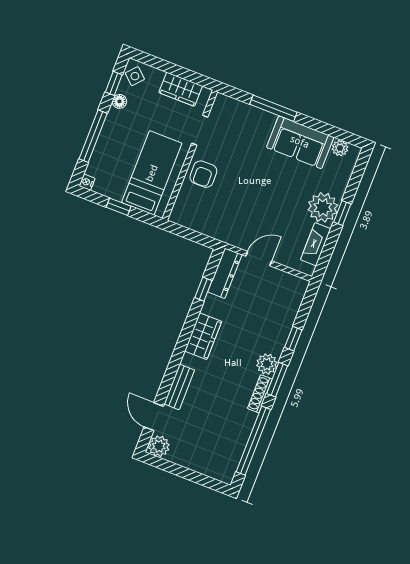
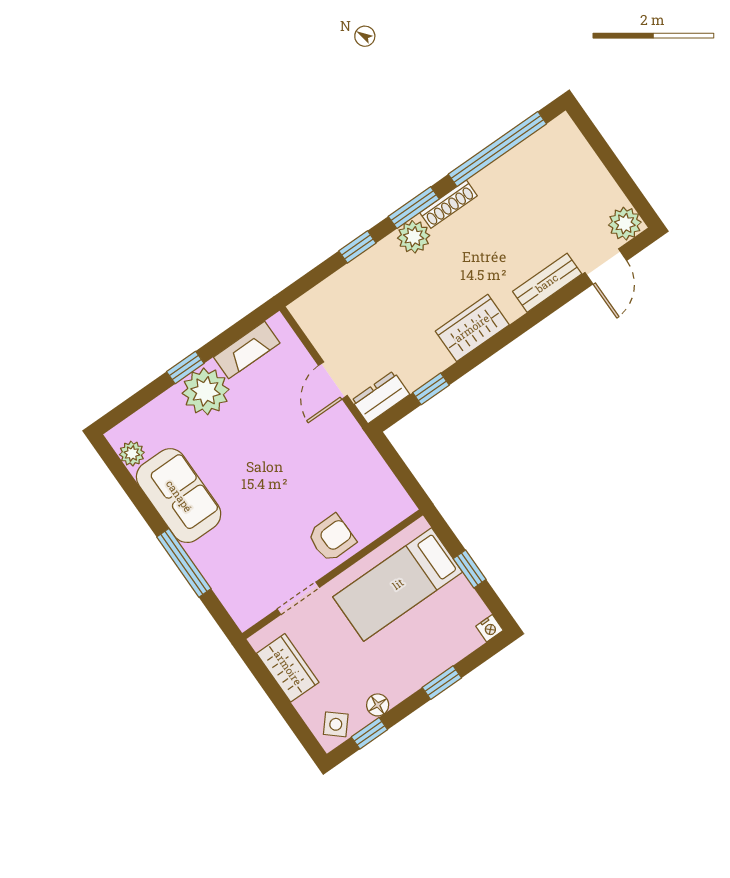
window: (93, 136) -> (442, 683), width x0.46
door: (259, 259) -> (333, 380), hinge flipped
dresser: (225, 273) -> (381, 397), width x0.70

